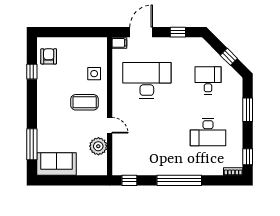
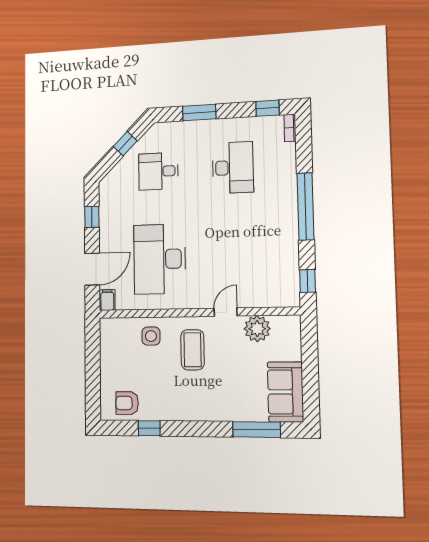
door: (141, 32) -> (92, 269), swing flipped

